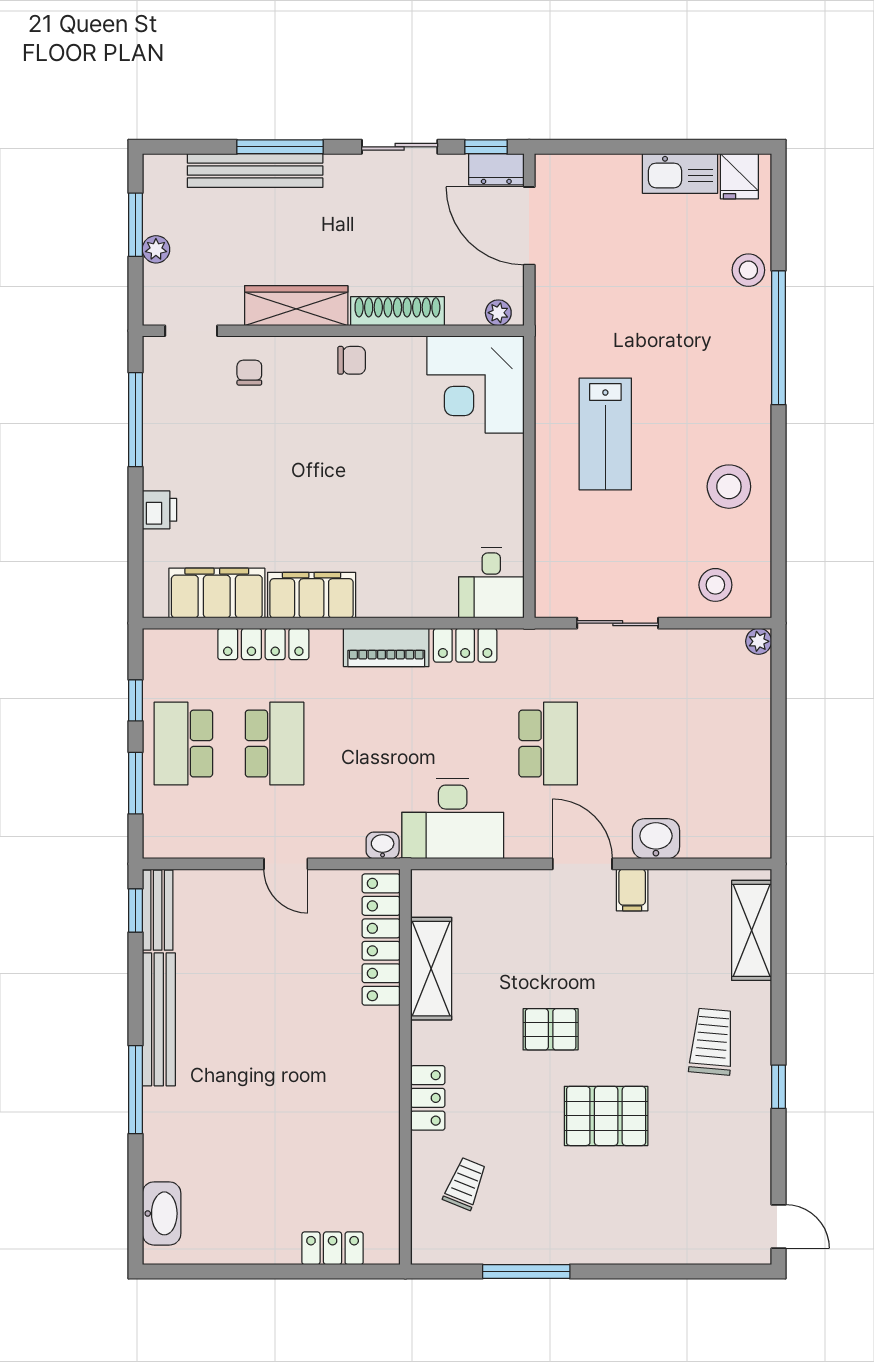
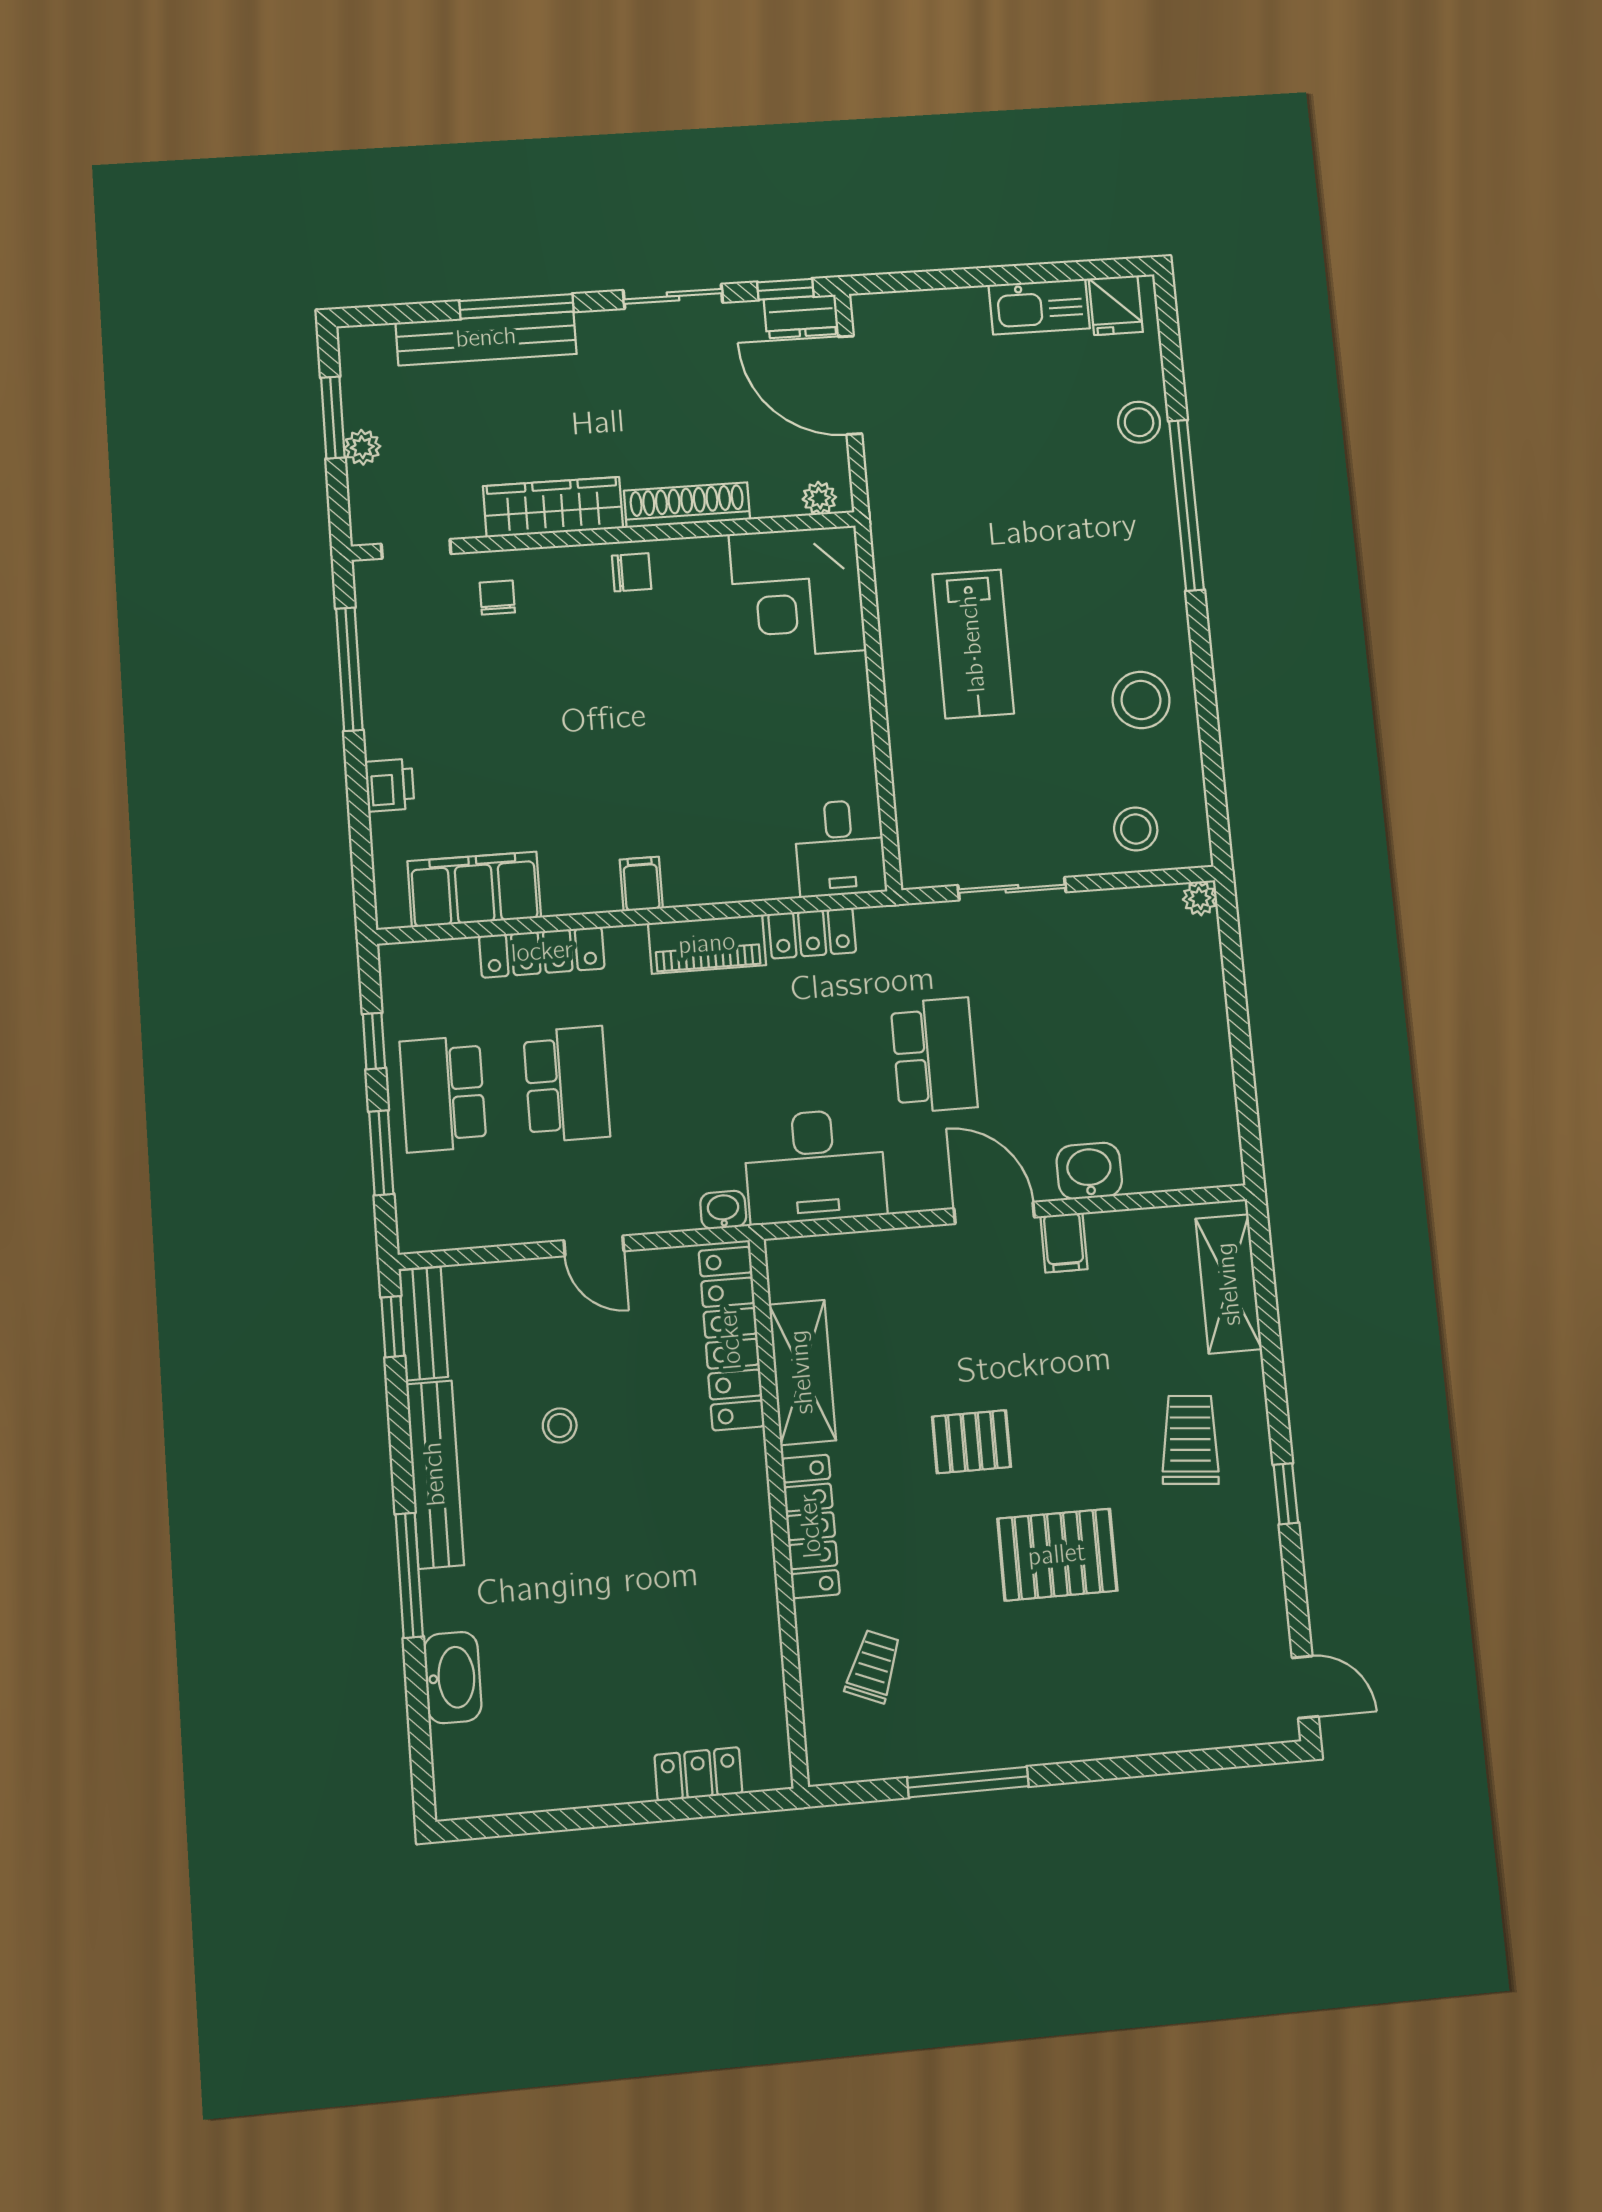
filing cabinet: (312, 595) -> (641, 884), width x0.33, depth x0.86
stool: (251, 992) -> (560, 1425), added
locker: (428, 1098) -> (811, 1526), width x1.53
washbasin: (162, 1213) -> (453, 1678), moved

